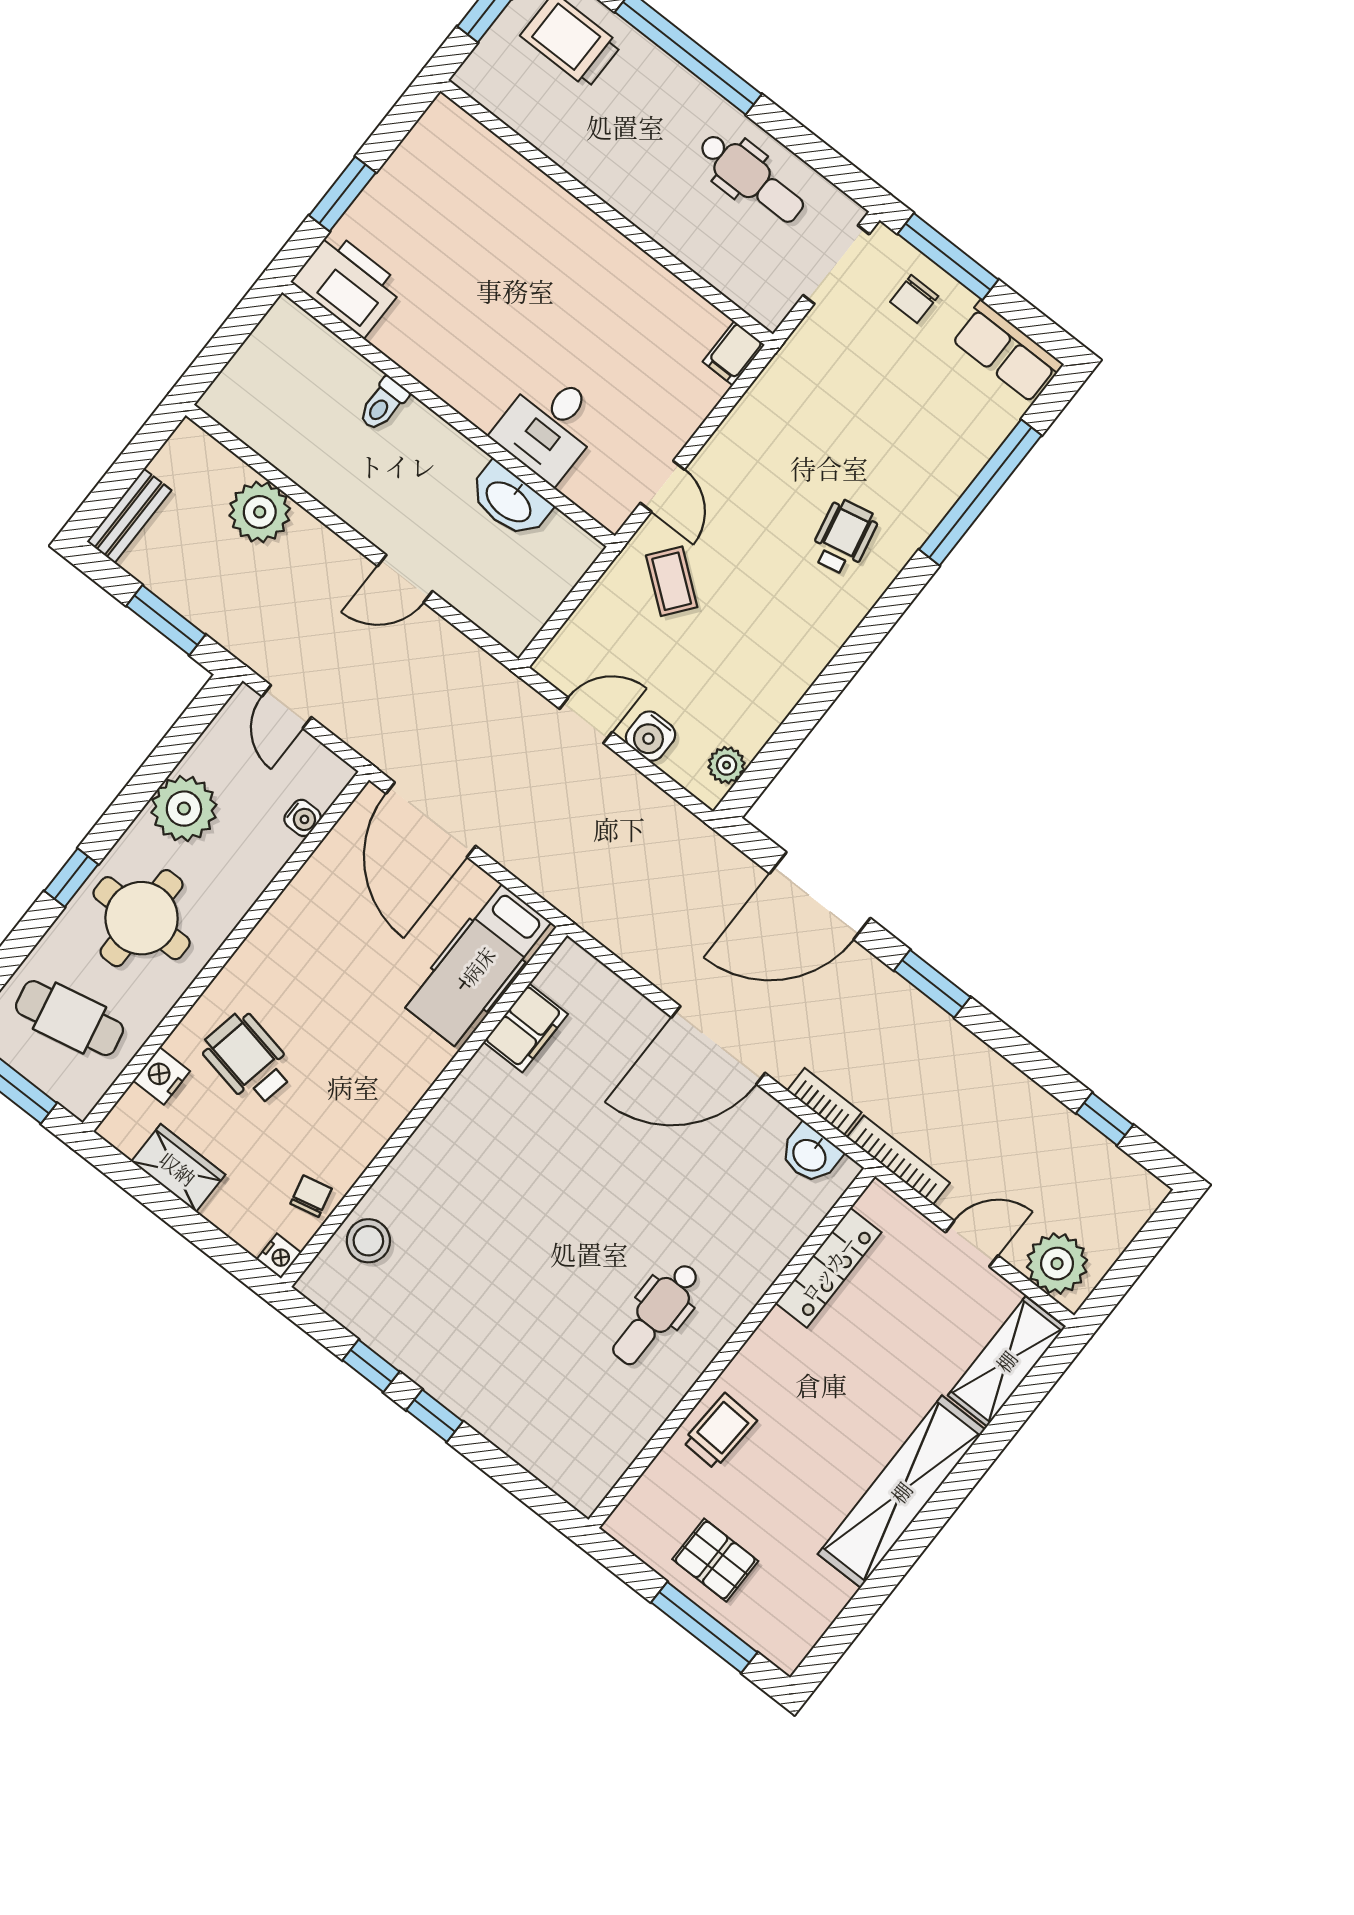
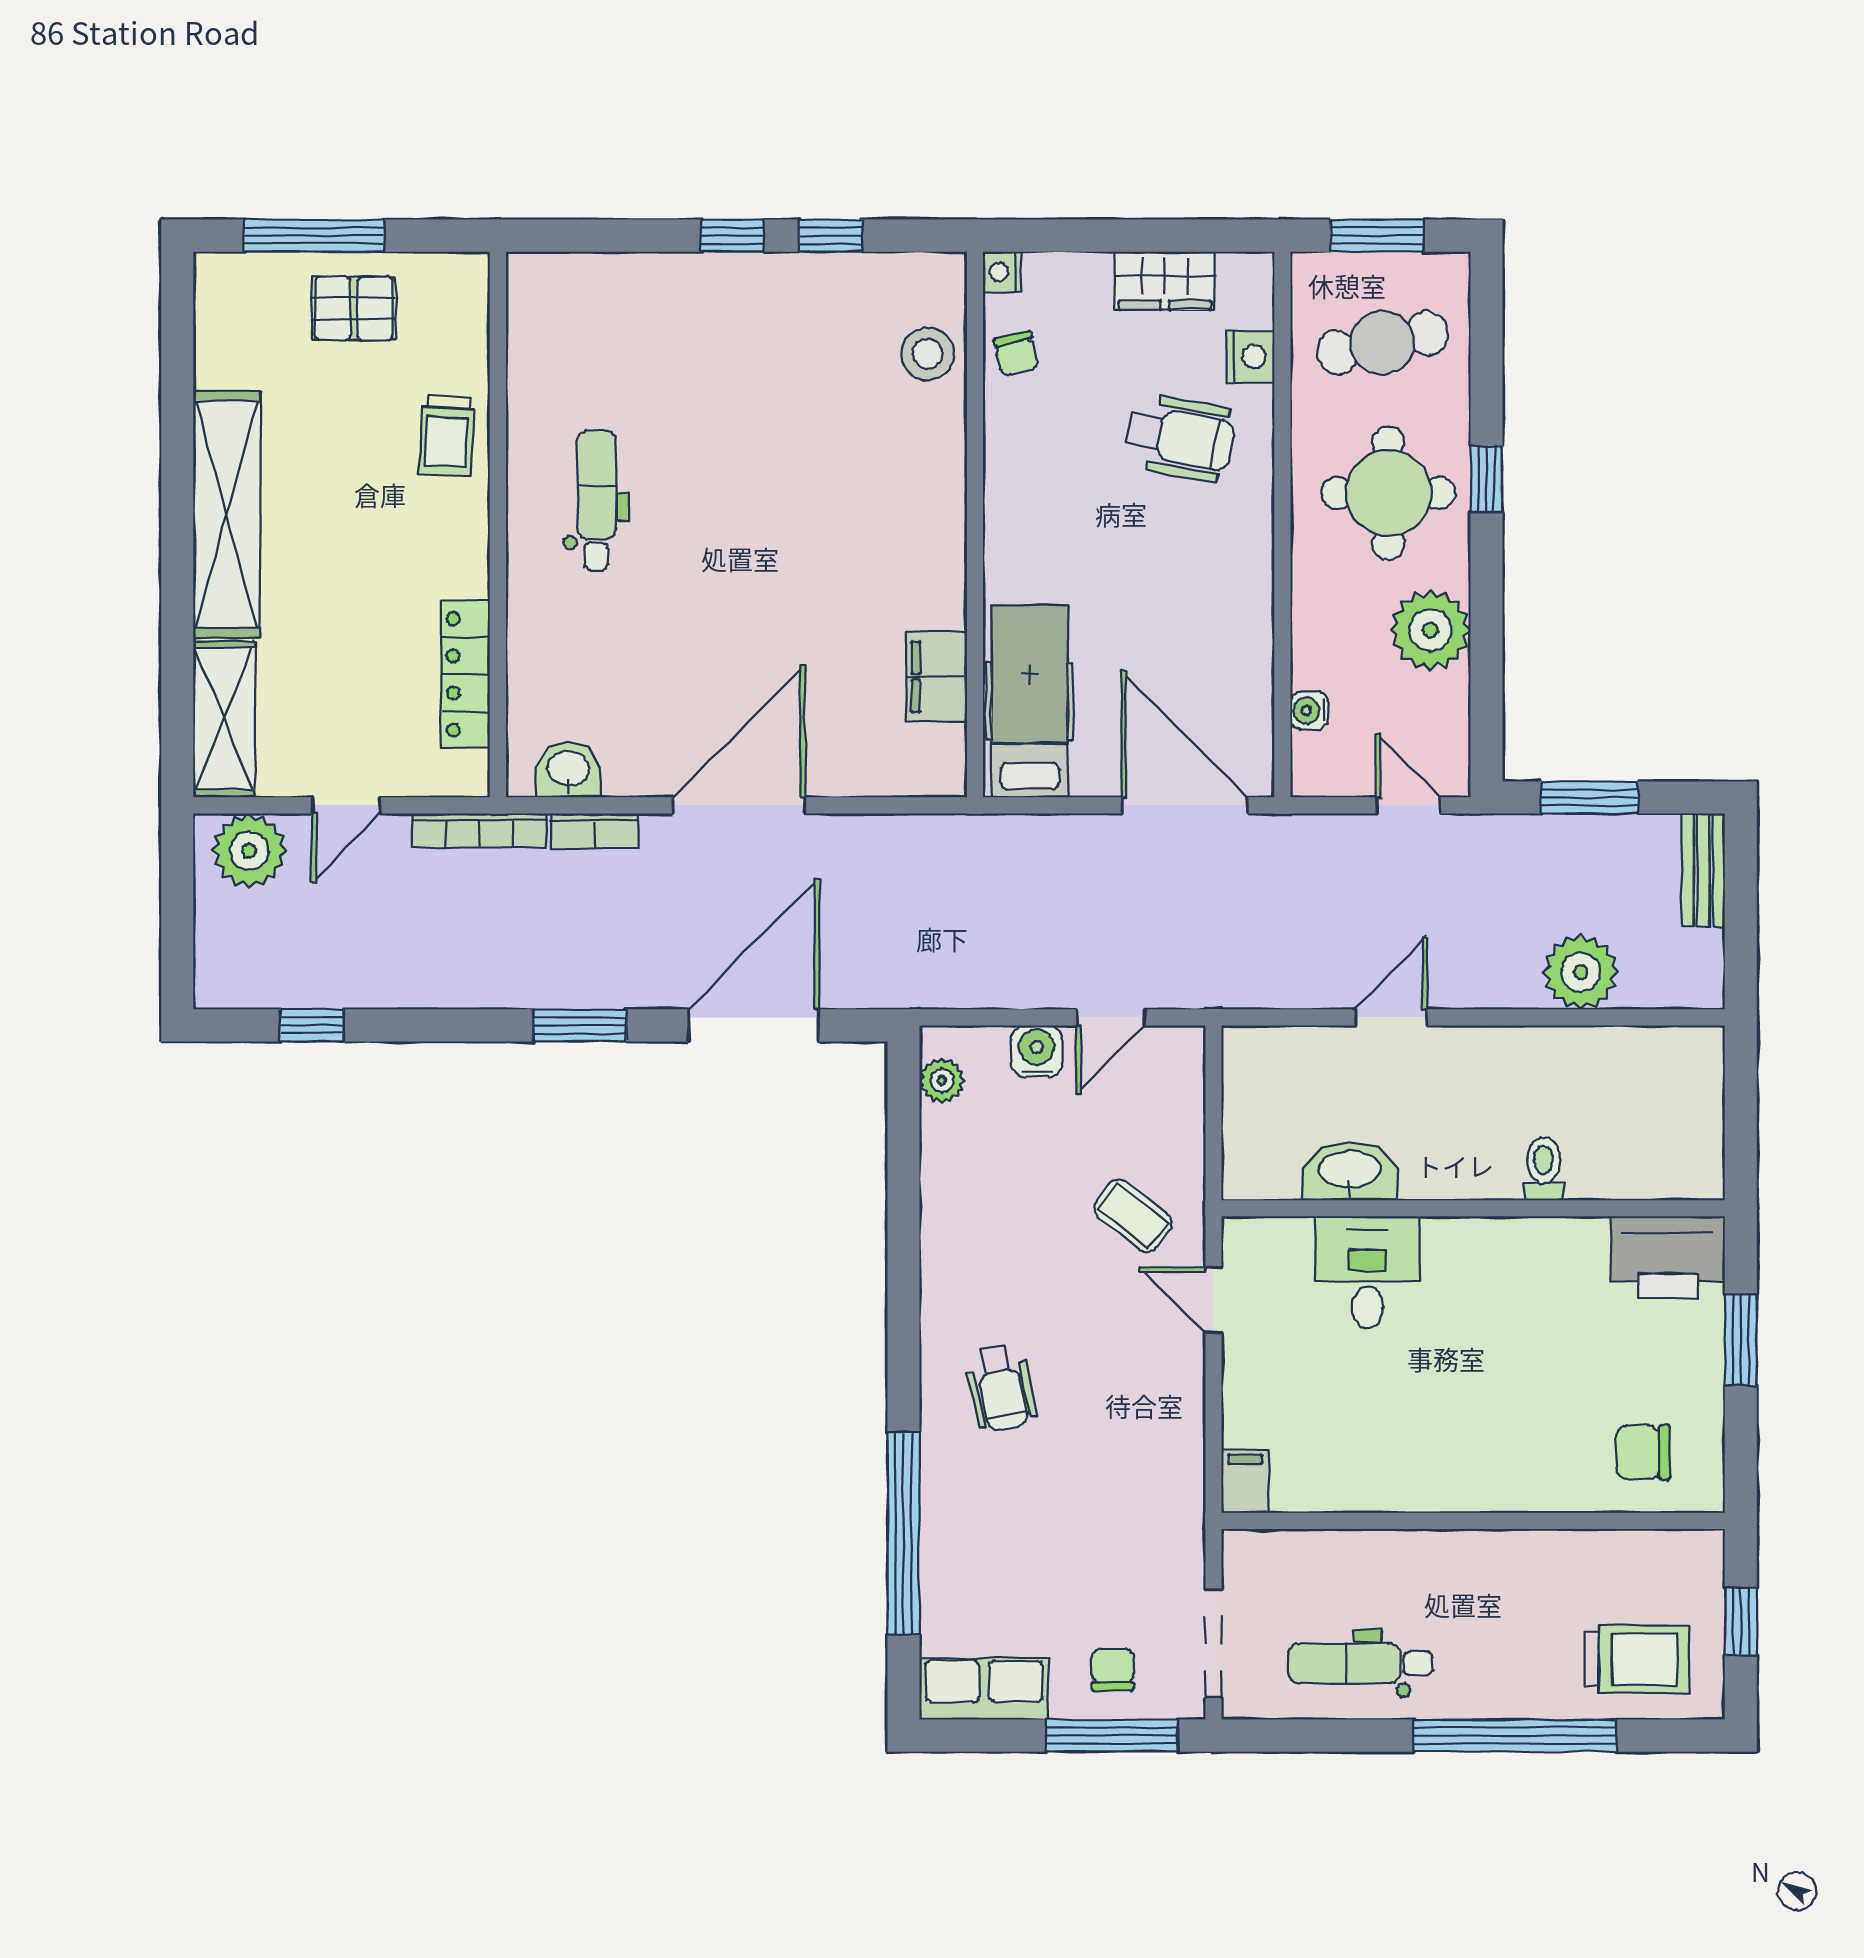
chair: (463, 171) -> (1643, 1452), added

